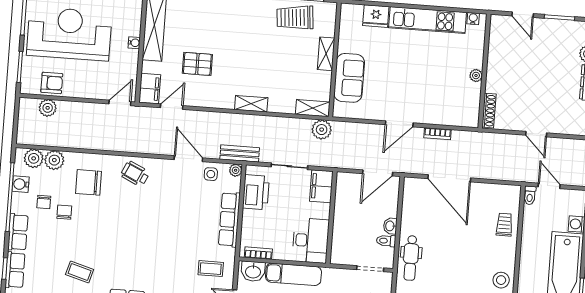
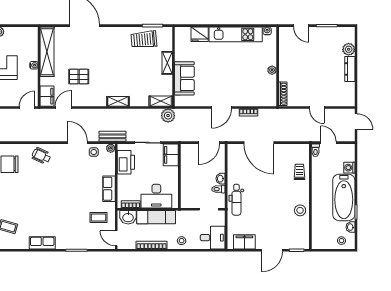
row of seats: (229, 220) -> (109, 189), width x0.68
desk: (311, 240) -> (156, 196), moved, turned 90

